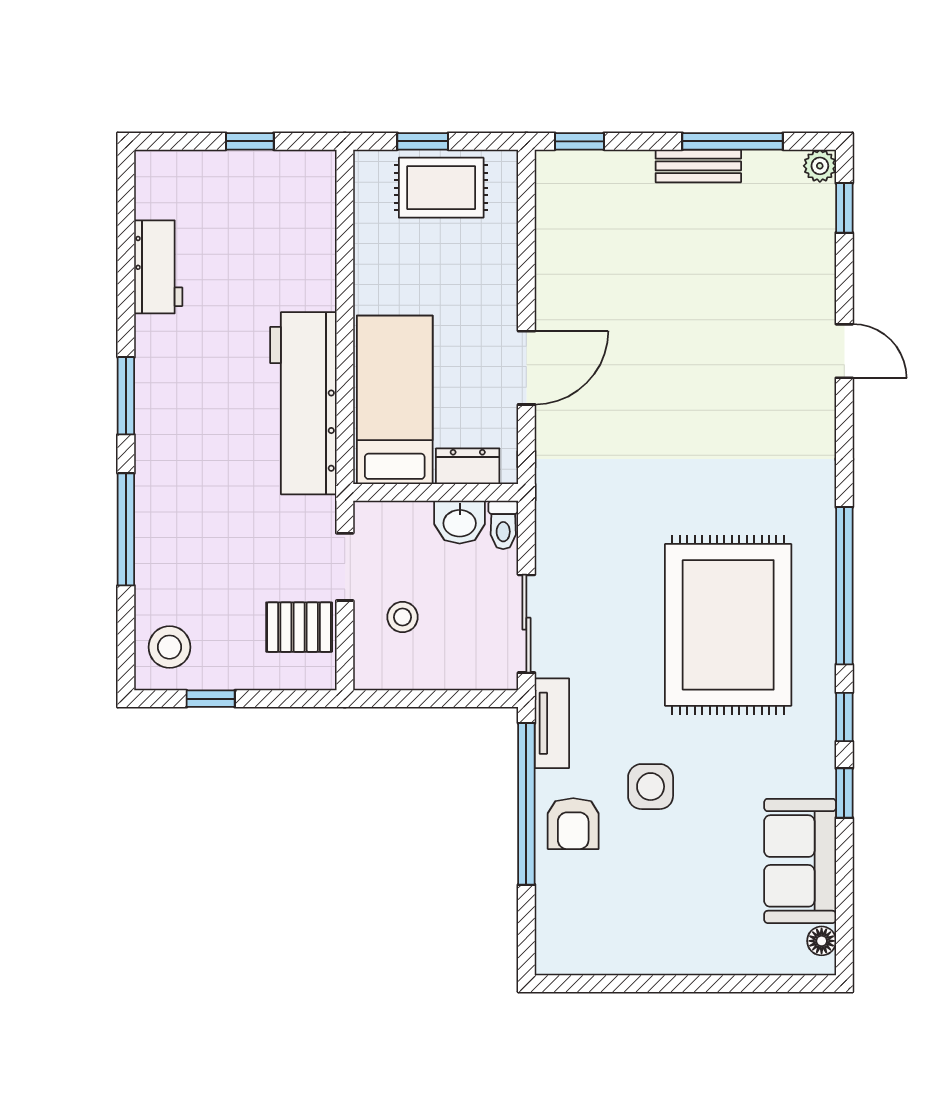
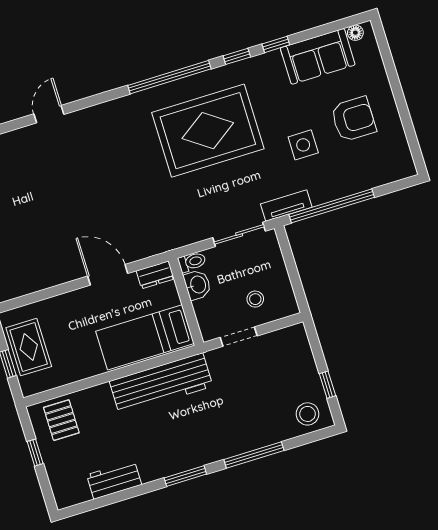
dresser: (468, 466) -> (155, 275), moved, turned -90
pallet: (299, 627) -> (61, 420), moved
armchair: (573, 824) -> (353, 119), moved, width x1.38, depth x1.38

